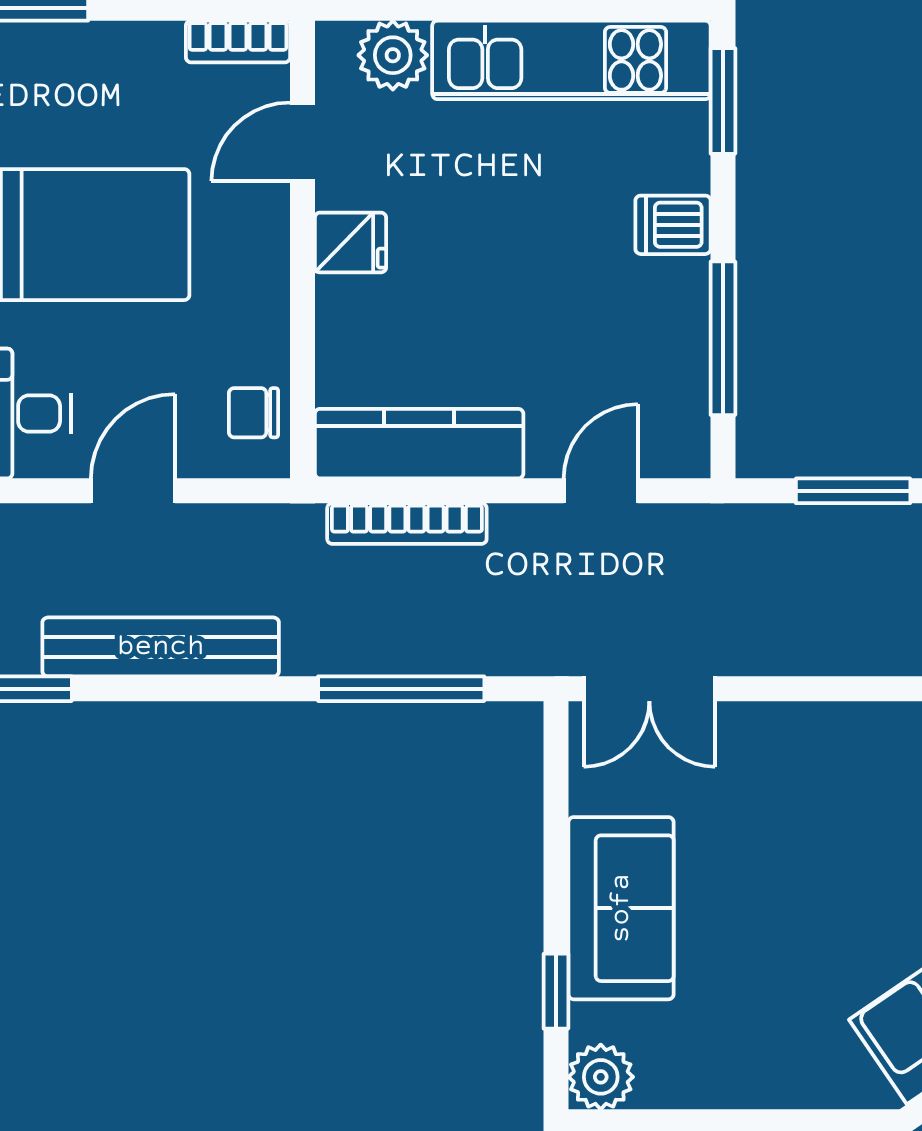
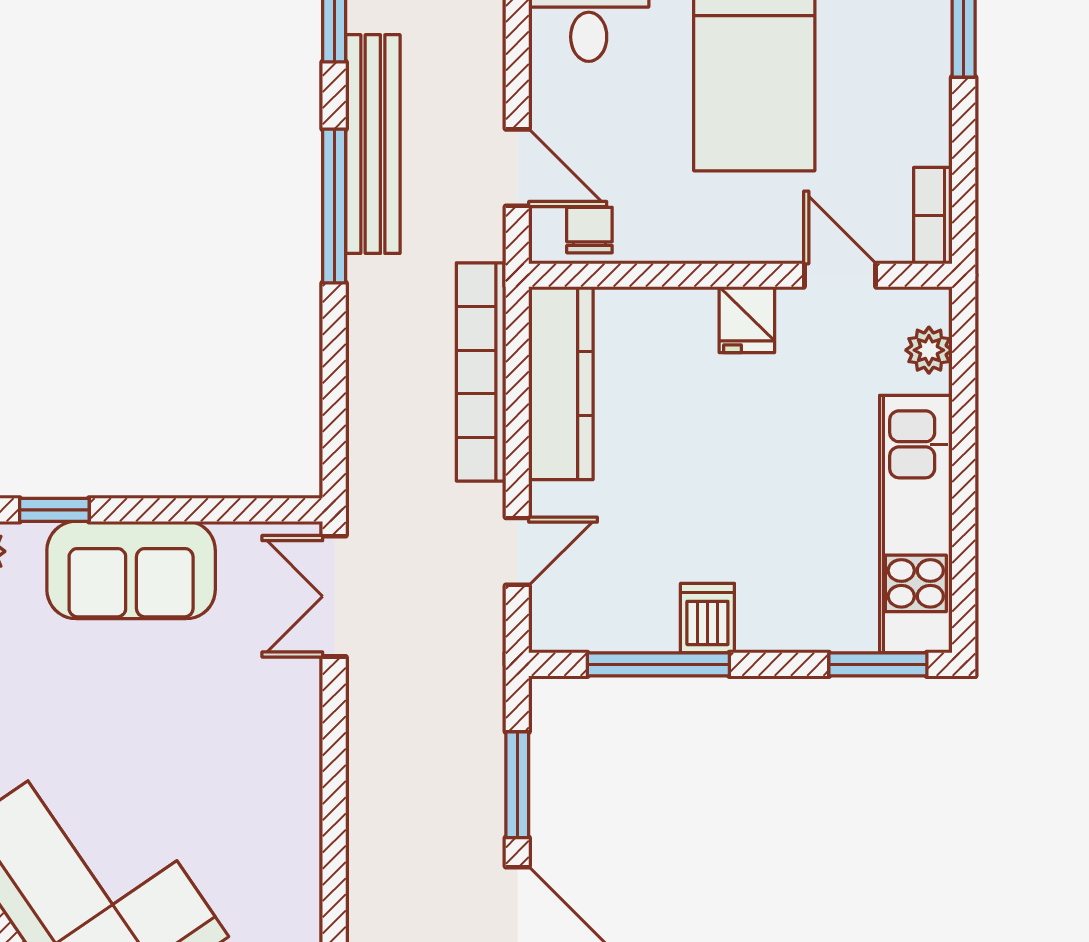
plant: (393, 55) -> (929, 350), width x0.73, depth x0.73
dishwasher: (673, 225) -> (707, 618), moved
door: (133, 491) -> (517, 168), moved
door: (601, 491) -> (517, 551), hinge flipped
bookcase: (407, 524) -> (481, 372), width x1.48, depth x1.31
window: (401, 689) -> (334, 206), moved

